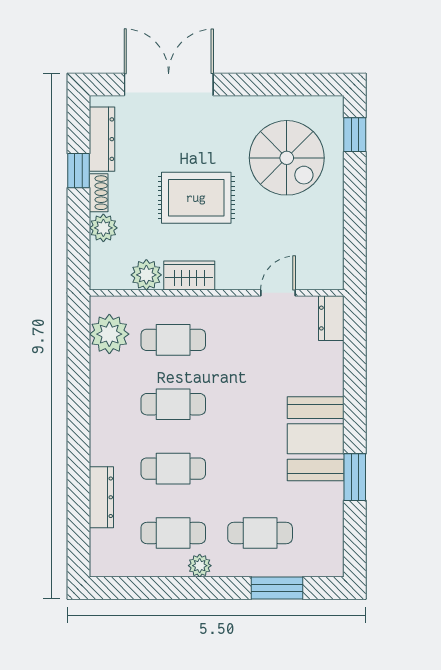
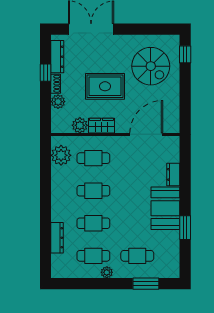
door: (278, 293) -> (146, 134), width x1.88
dresser: (331, 318) -> (173, 174), moved

